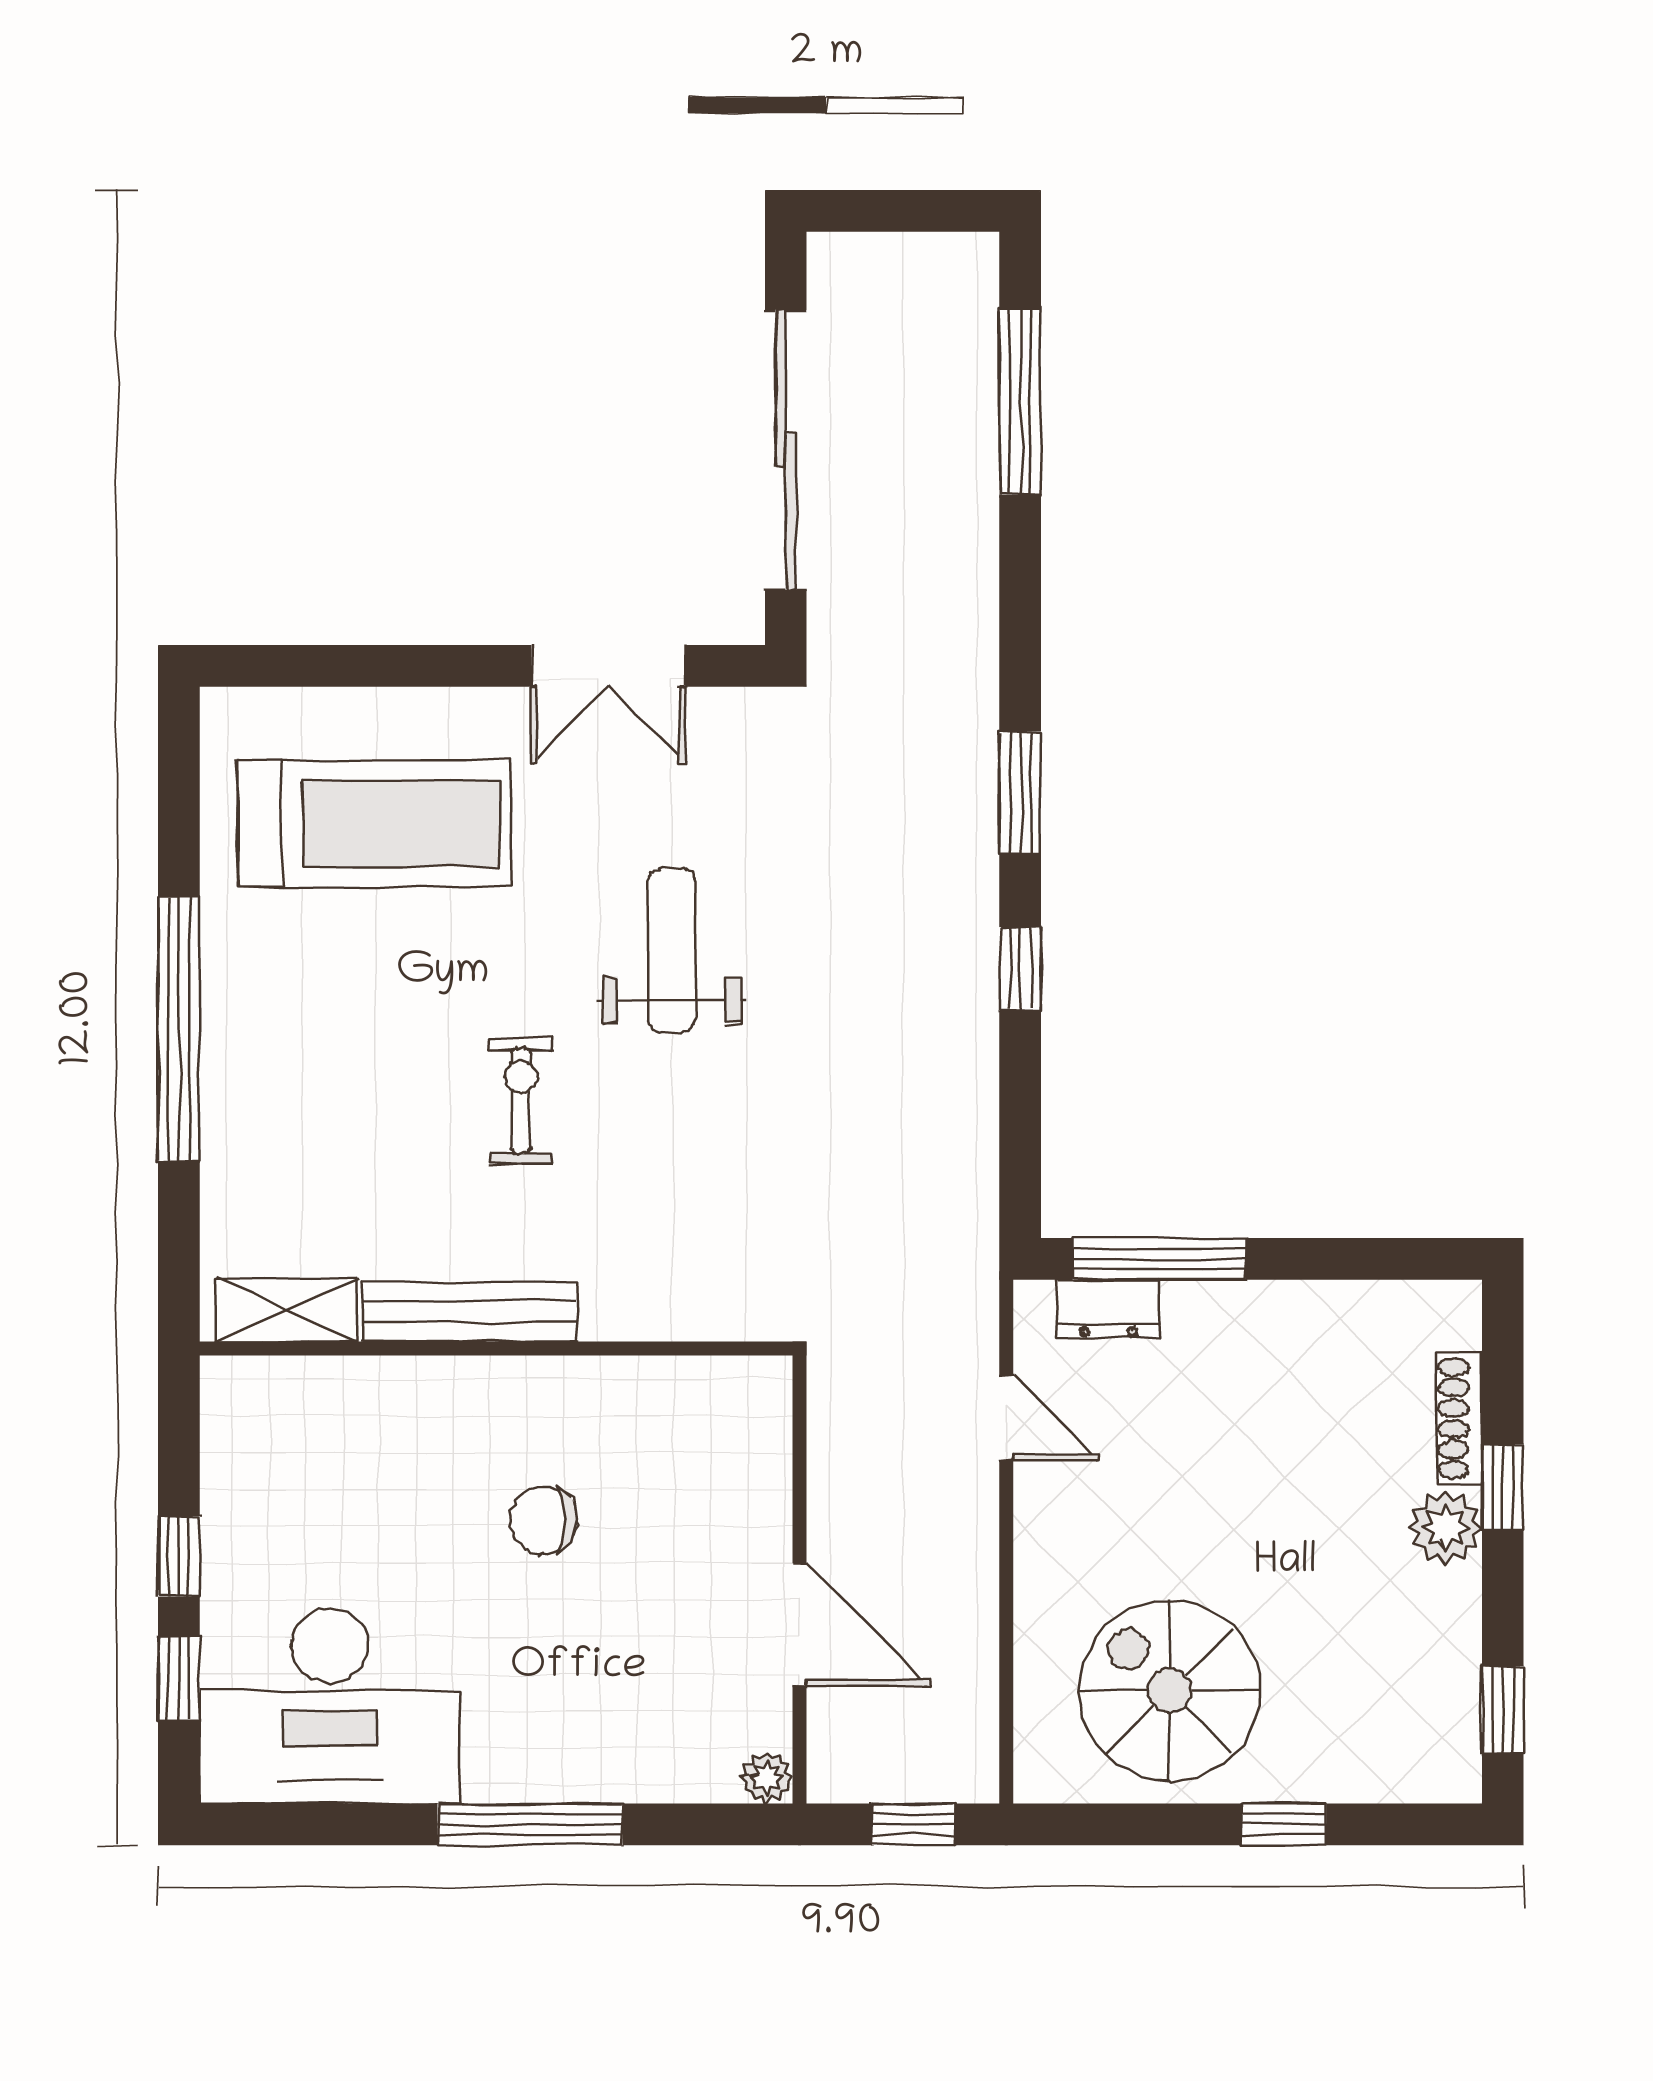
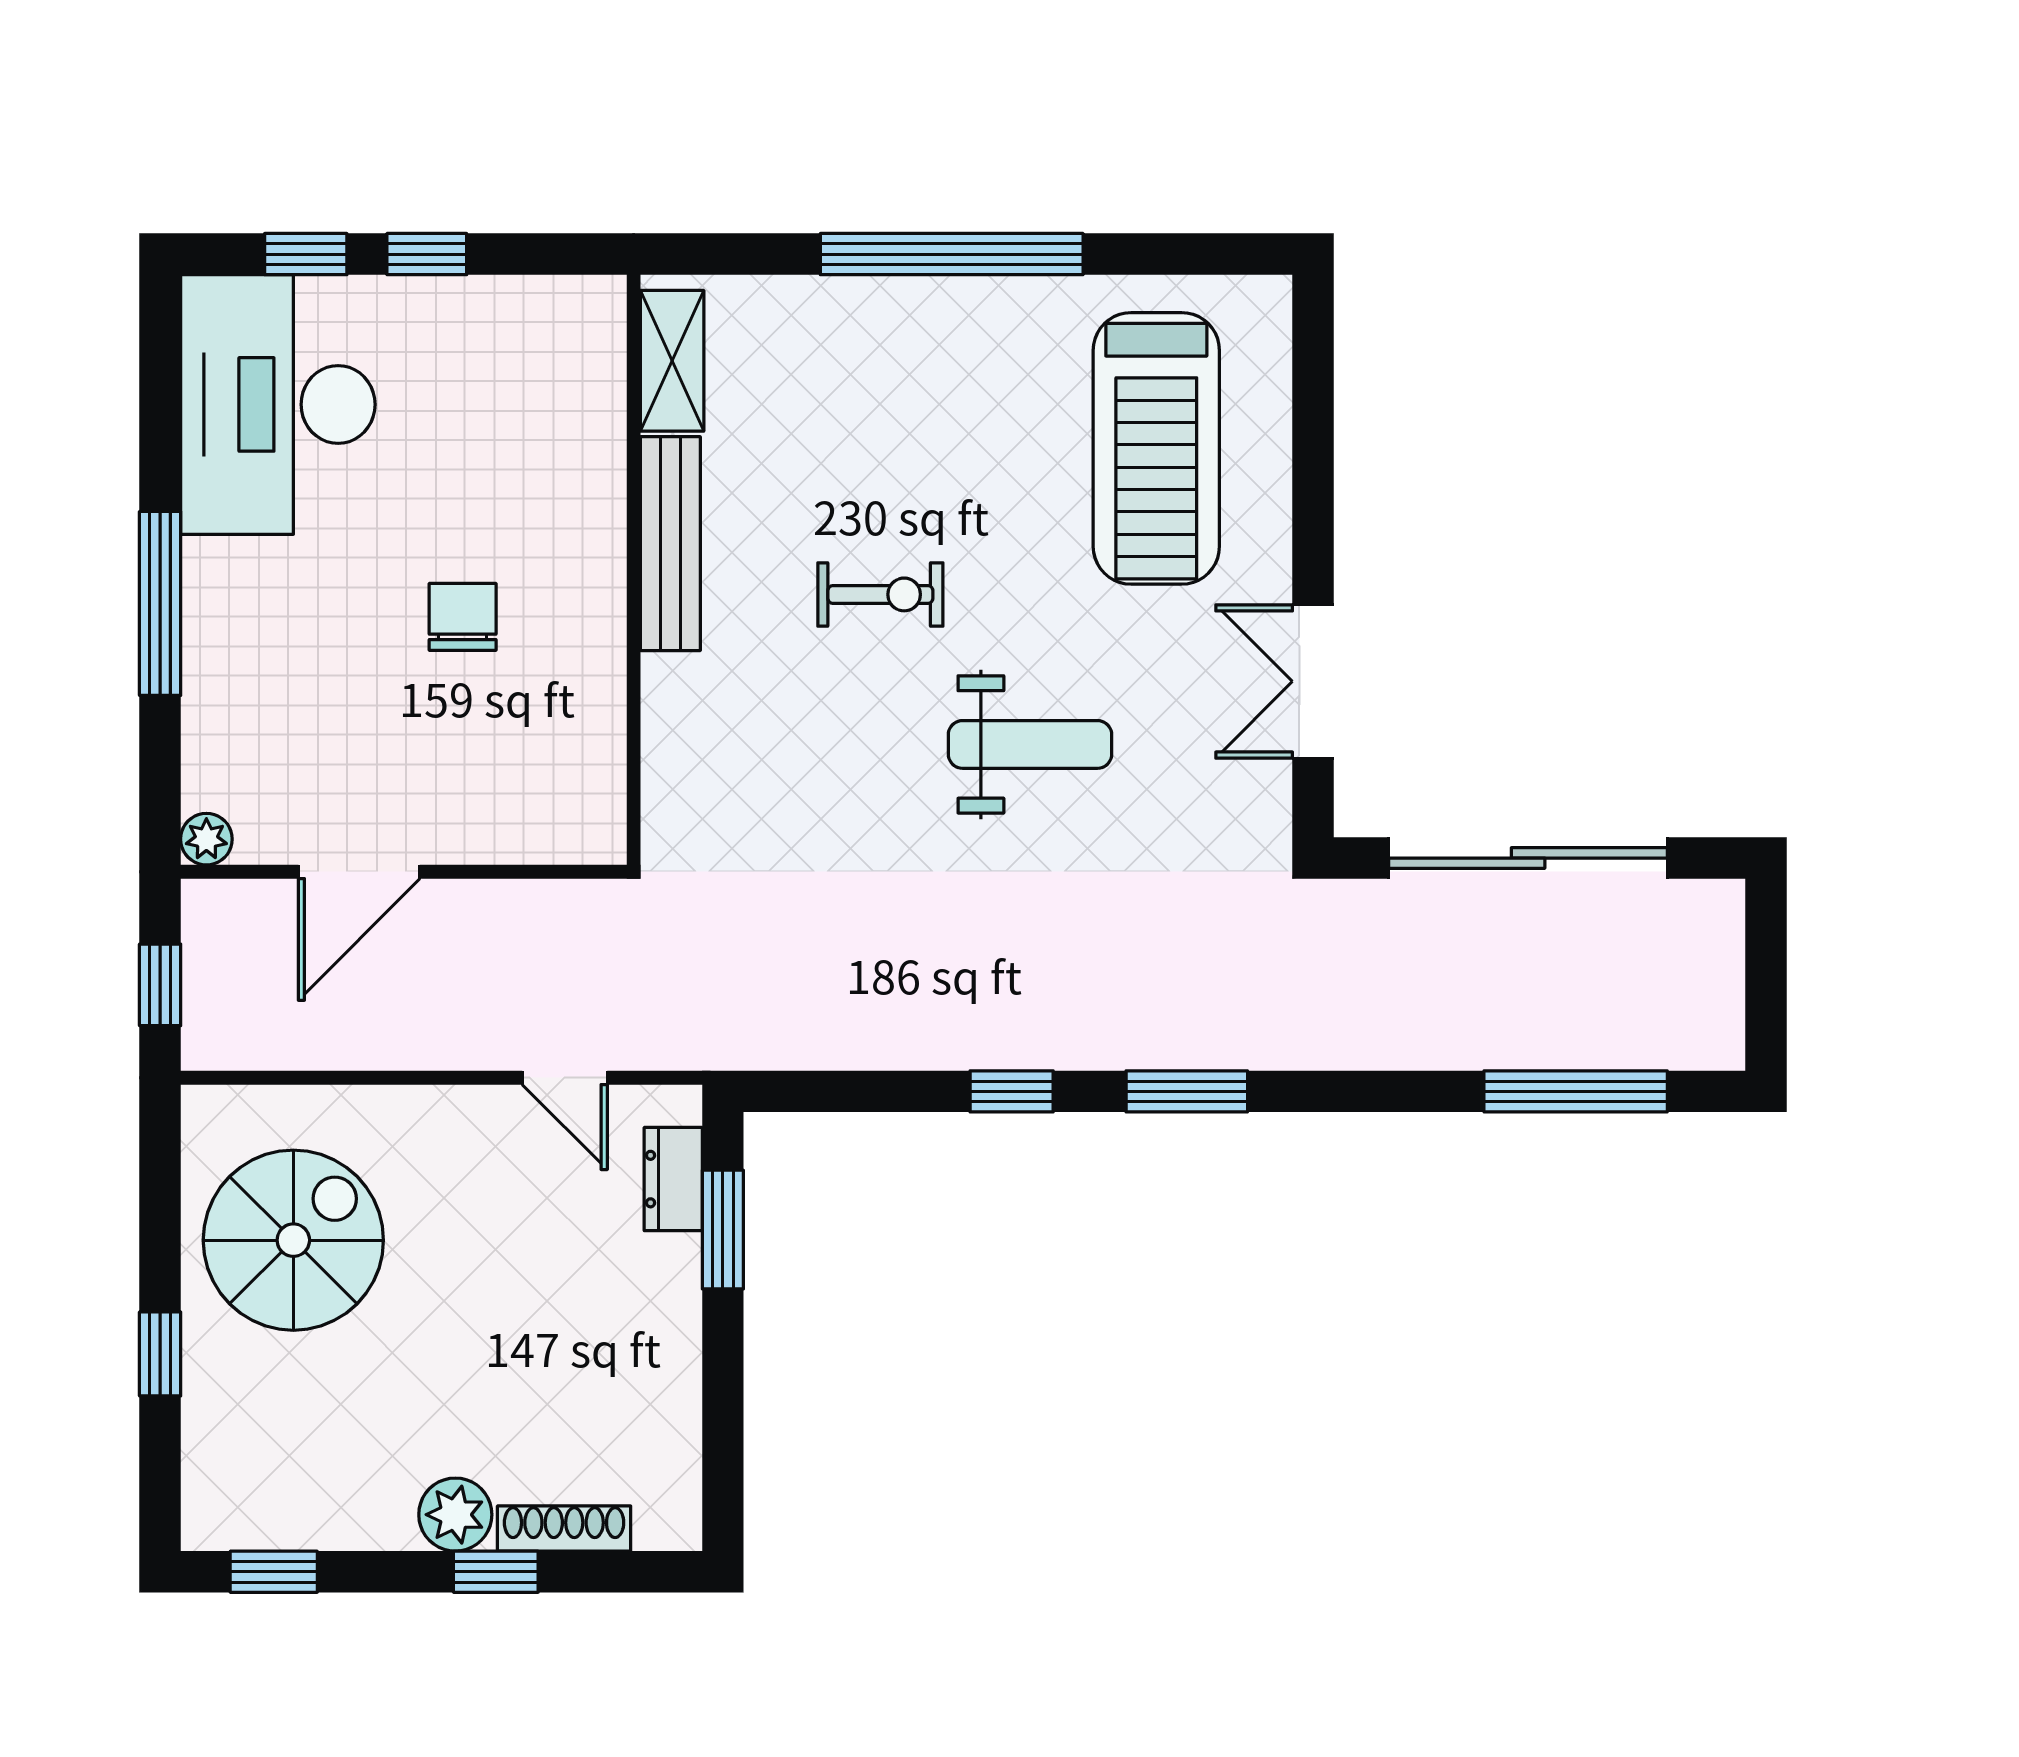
window: (1159, 1259) -> (723, 1230), width x0.69
door: (1006, 1418) -> (565, 1078), hinge flipped

